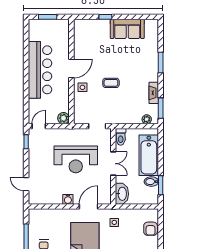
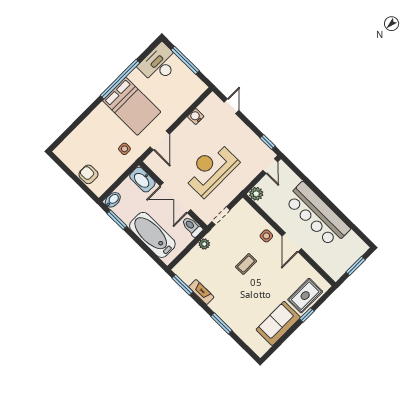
rug: (95, 29) -> (305, 296), added
plant: (147, 119) -> (204, 244), moved
double door: (113, 164) -> (175, 198), width x1.37
bidet: (151, 182) -> (113, 200), moved
door: (26, 184) -> (232, 106), hinge flipped
water cooler: (68, 199) -> (196, 116), moved

